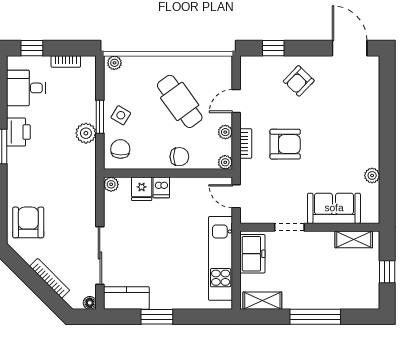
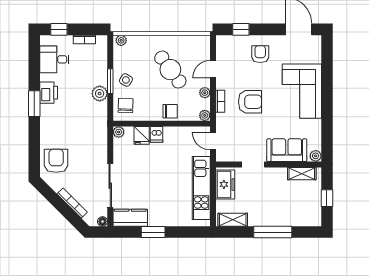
armchair: (299, 81) -> (260, 54), turned 136
corner sofa: (354, 130) -> (302, 91), added
plant: (372, 175) -> (316, 156), moved

